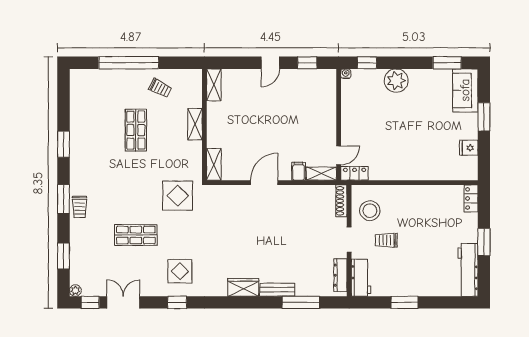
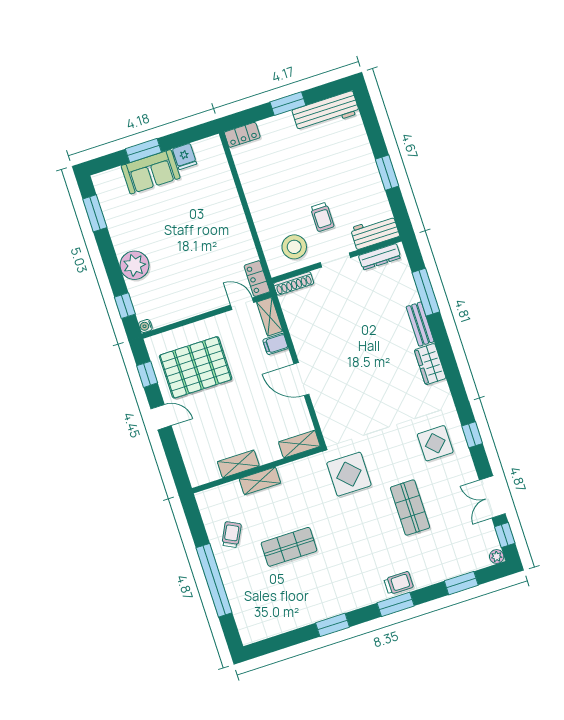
shelving: (214, 85) -> (238, 464), moved
sofa: (465, 90) -> (151, 172), moved
pallet: (300, 103) -> (196, 367), added

